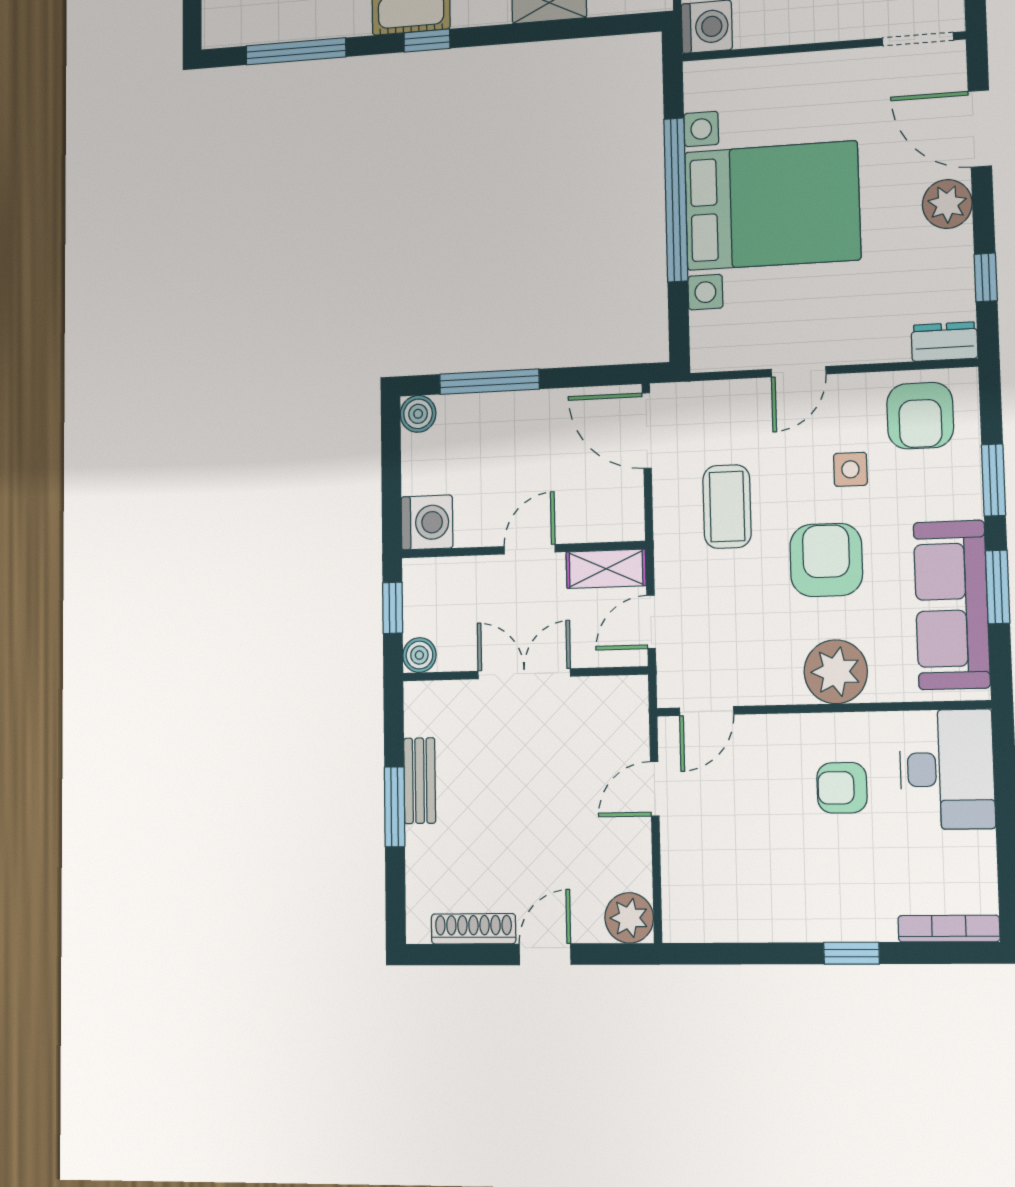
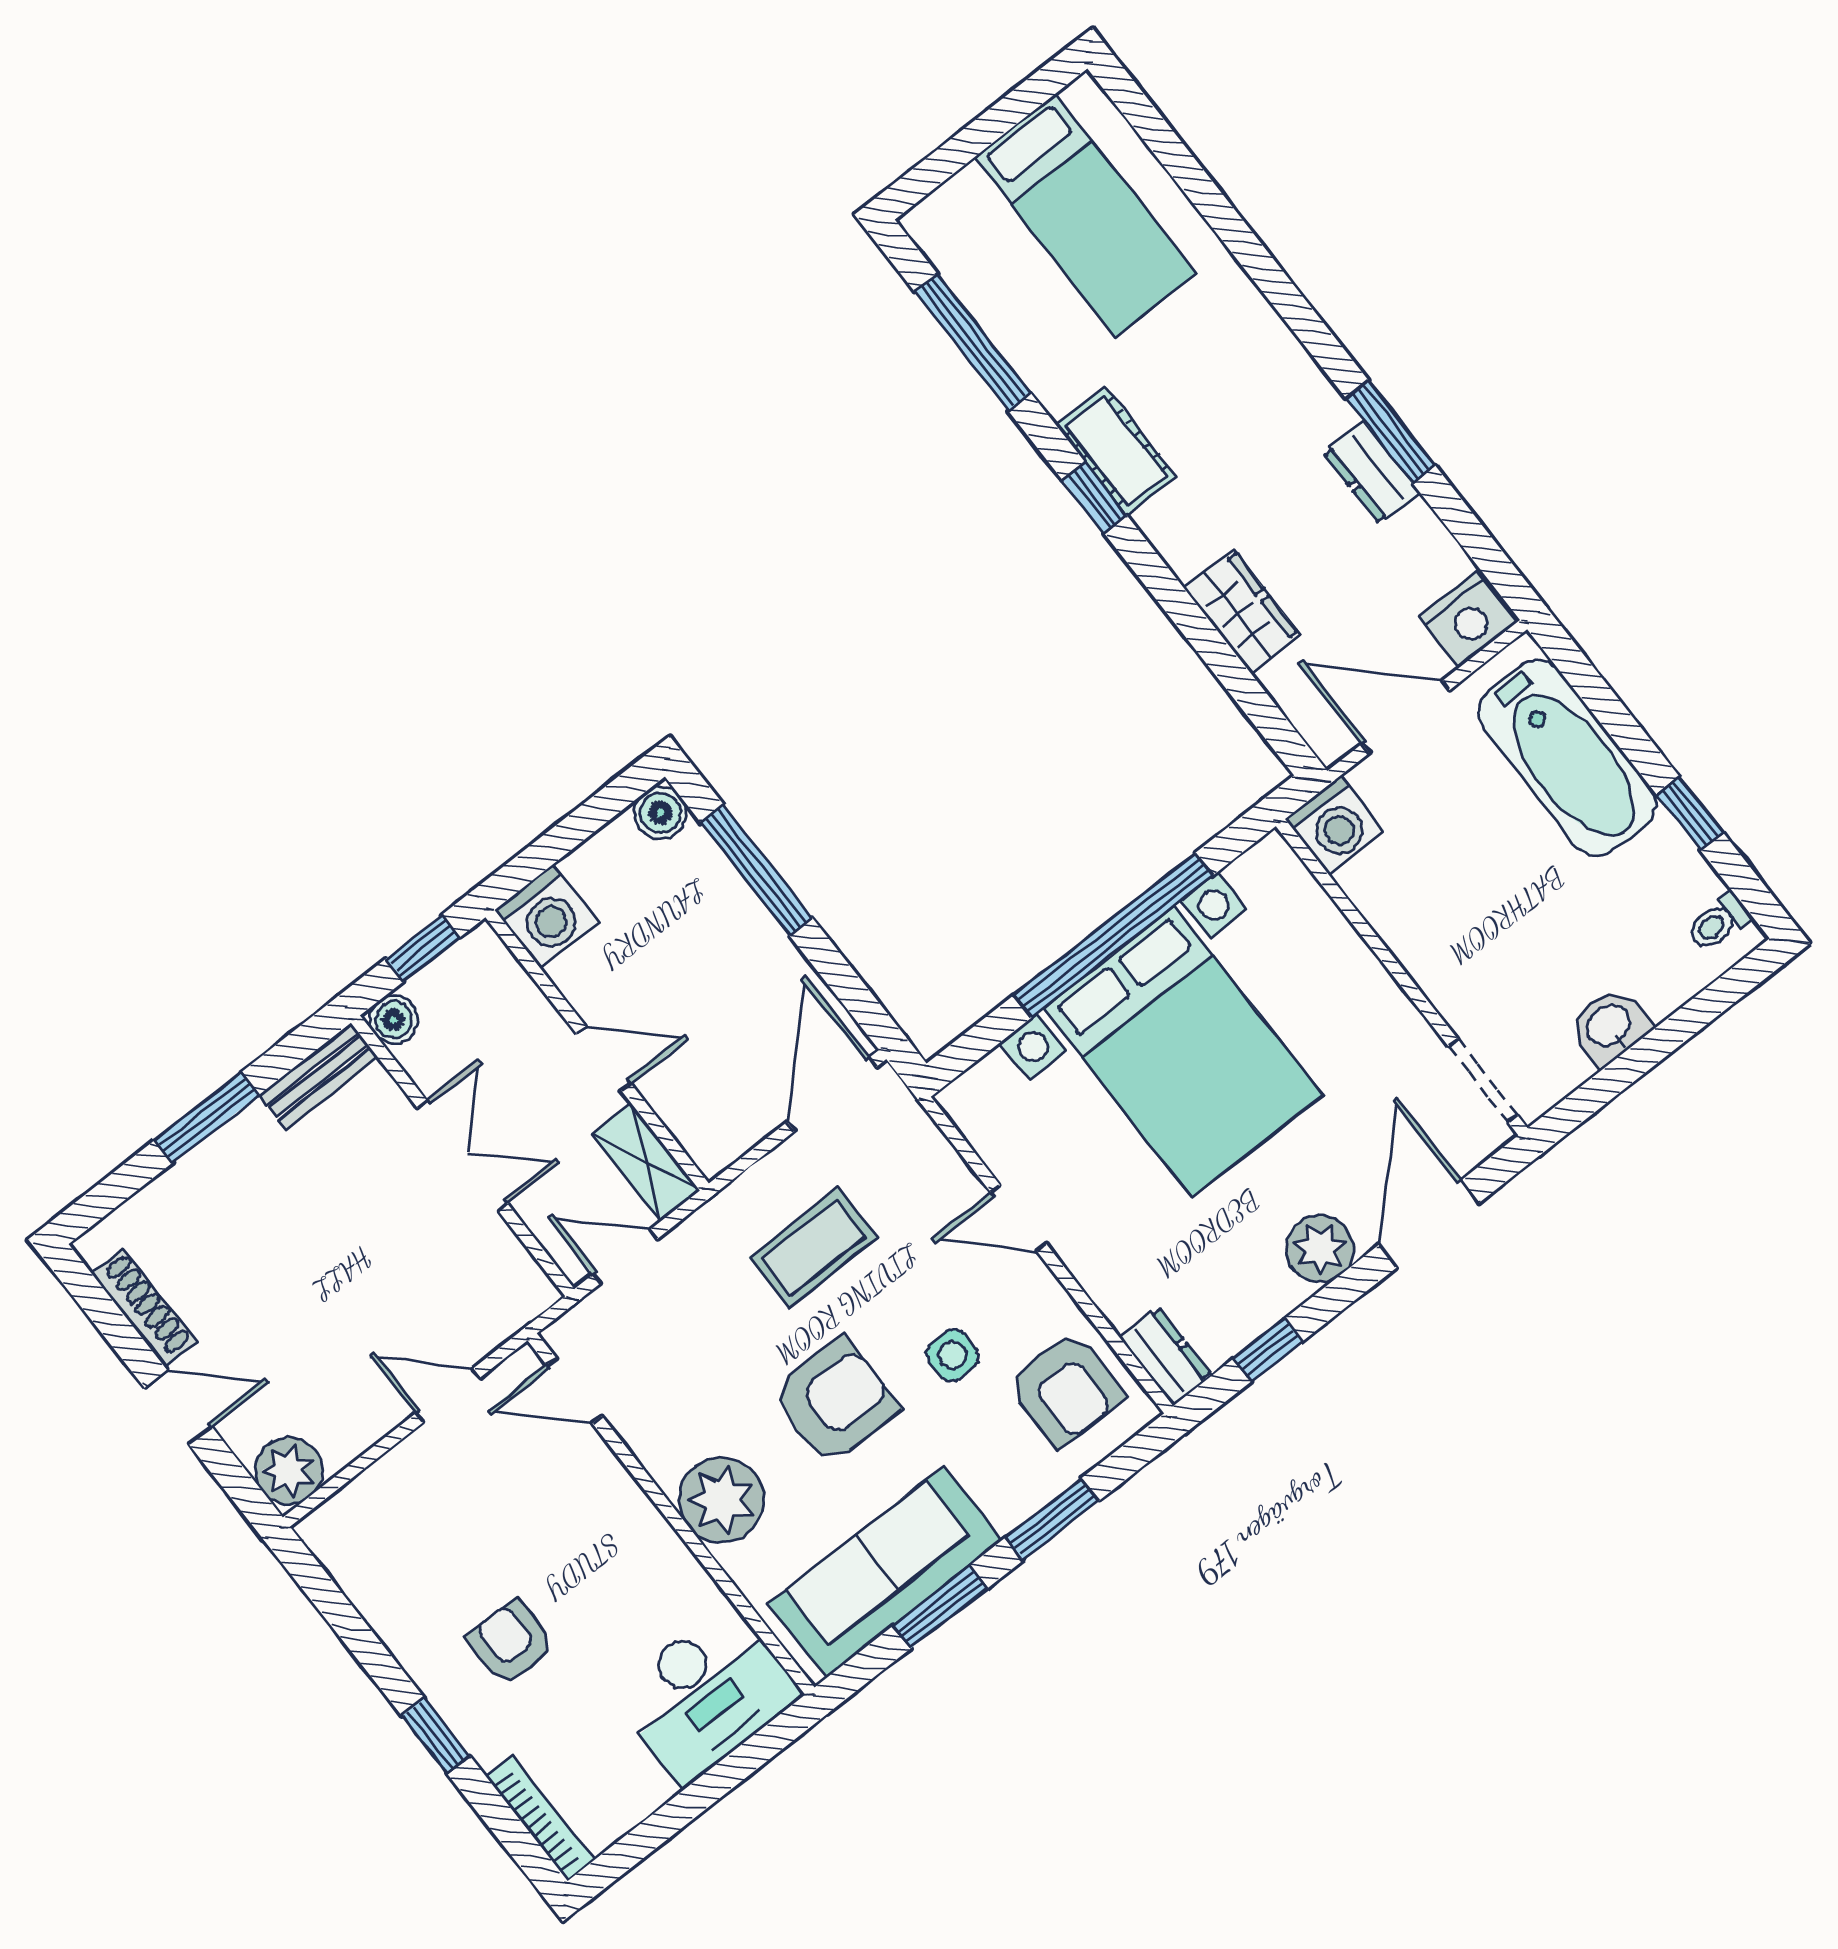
armchair: (920, 416) -> (1066, 1389), turned -90
bench: (420, 781) -> (319, 1076), moved
armchair: (842, 788) -> (511, 1643), moved

